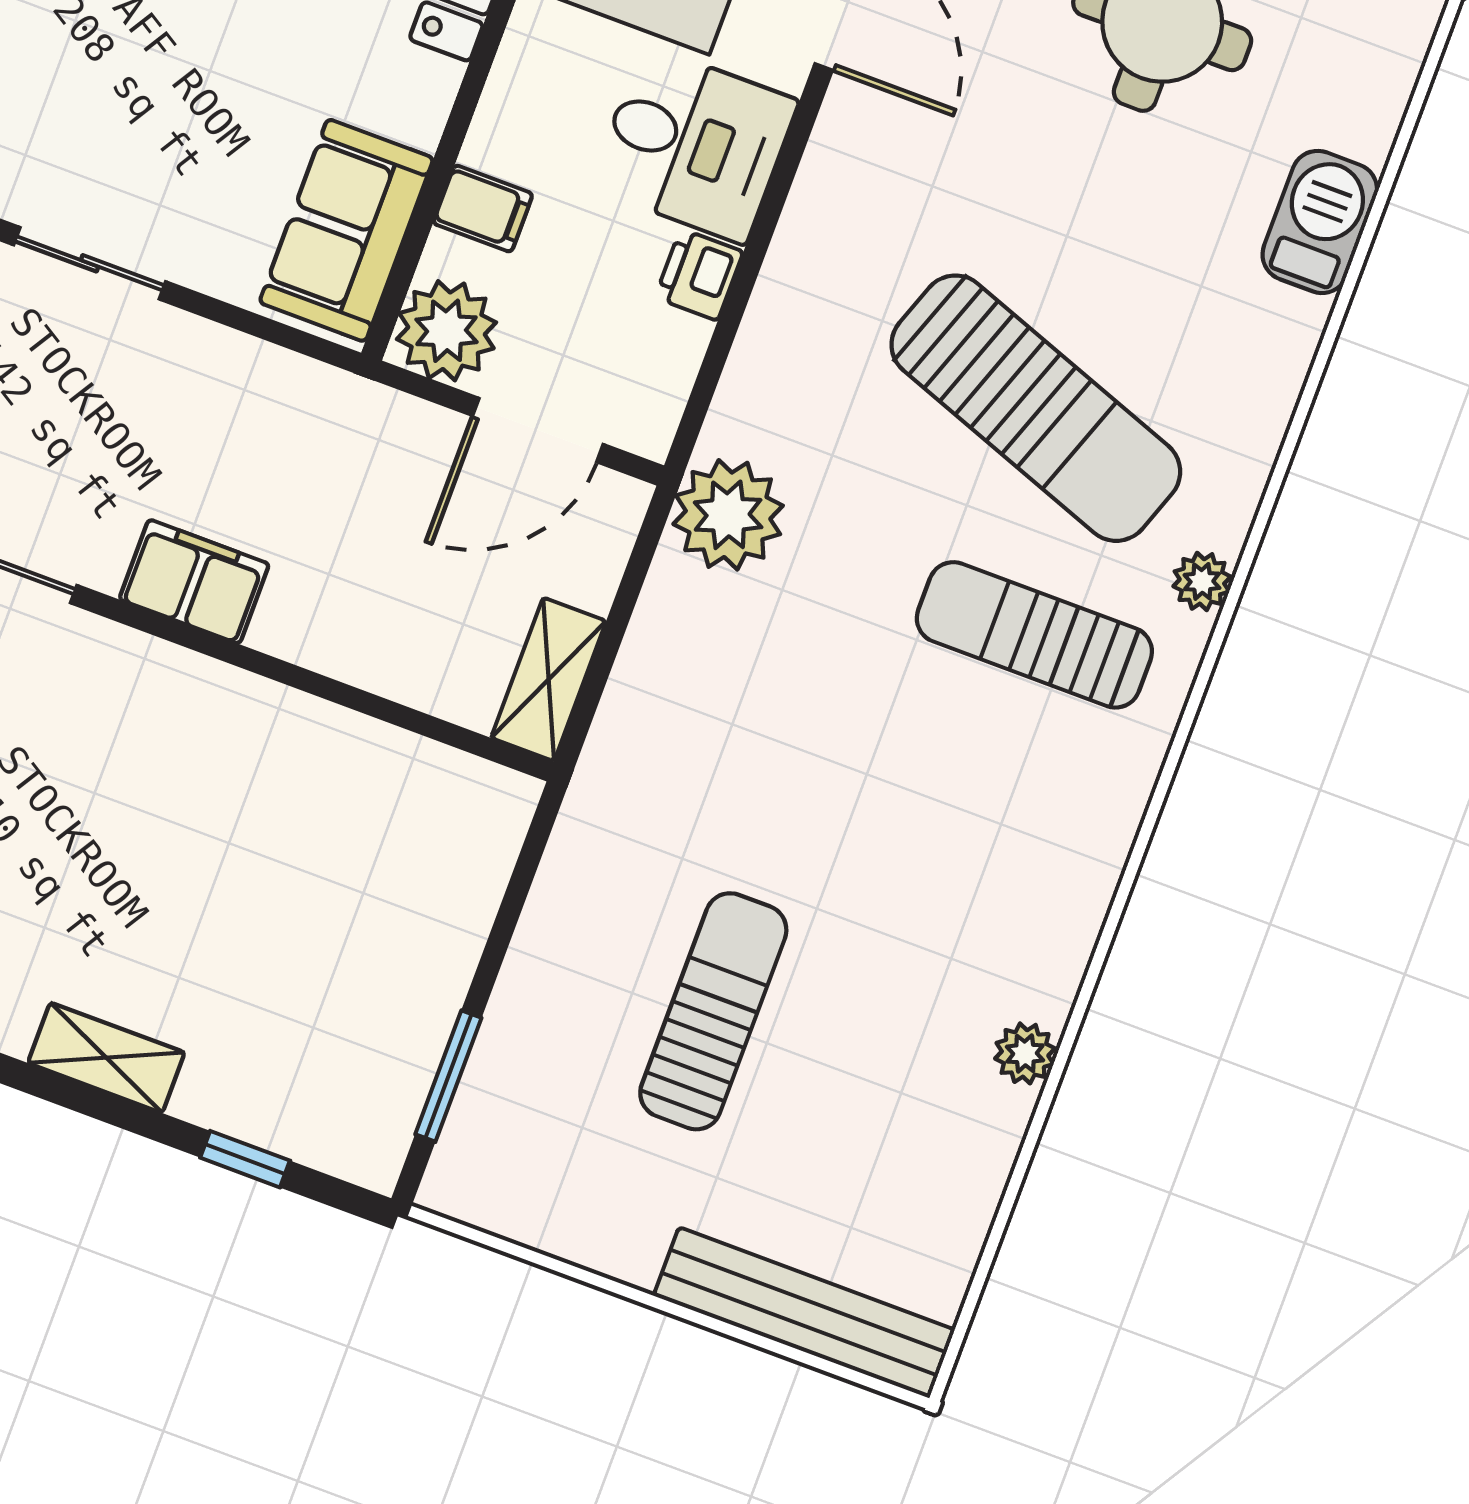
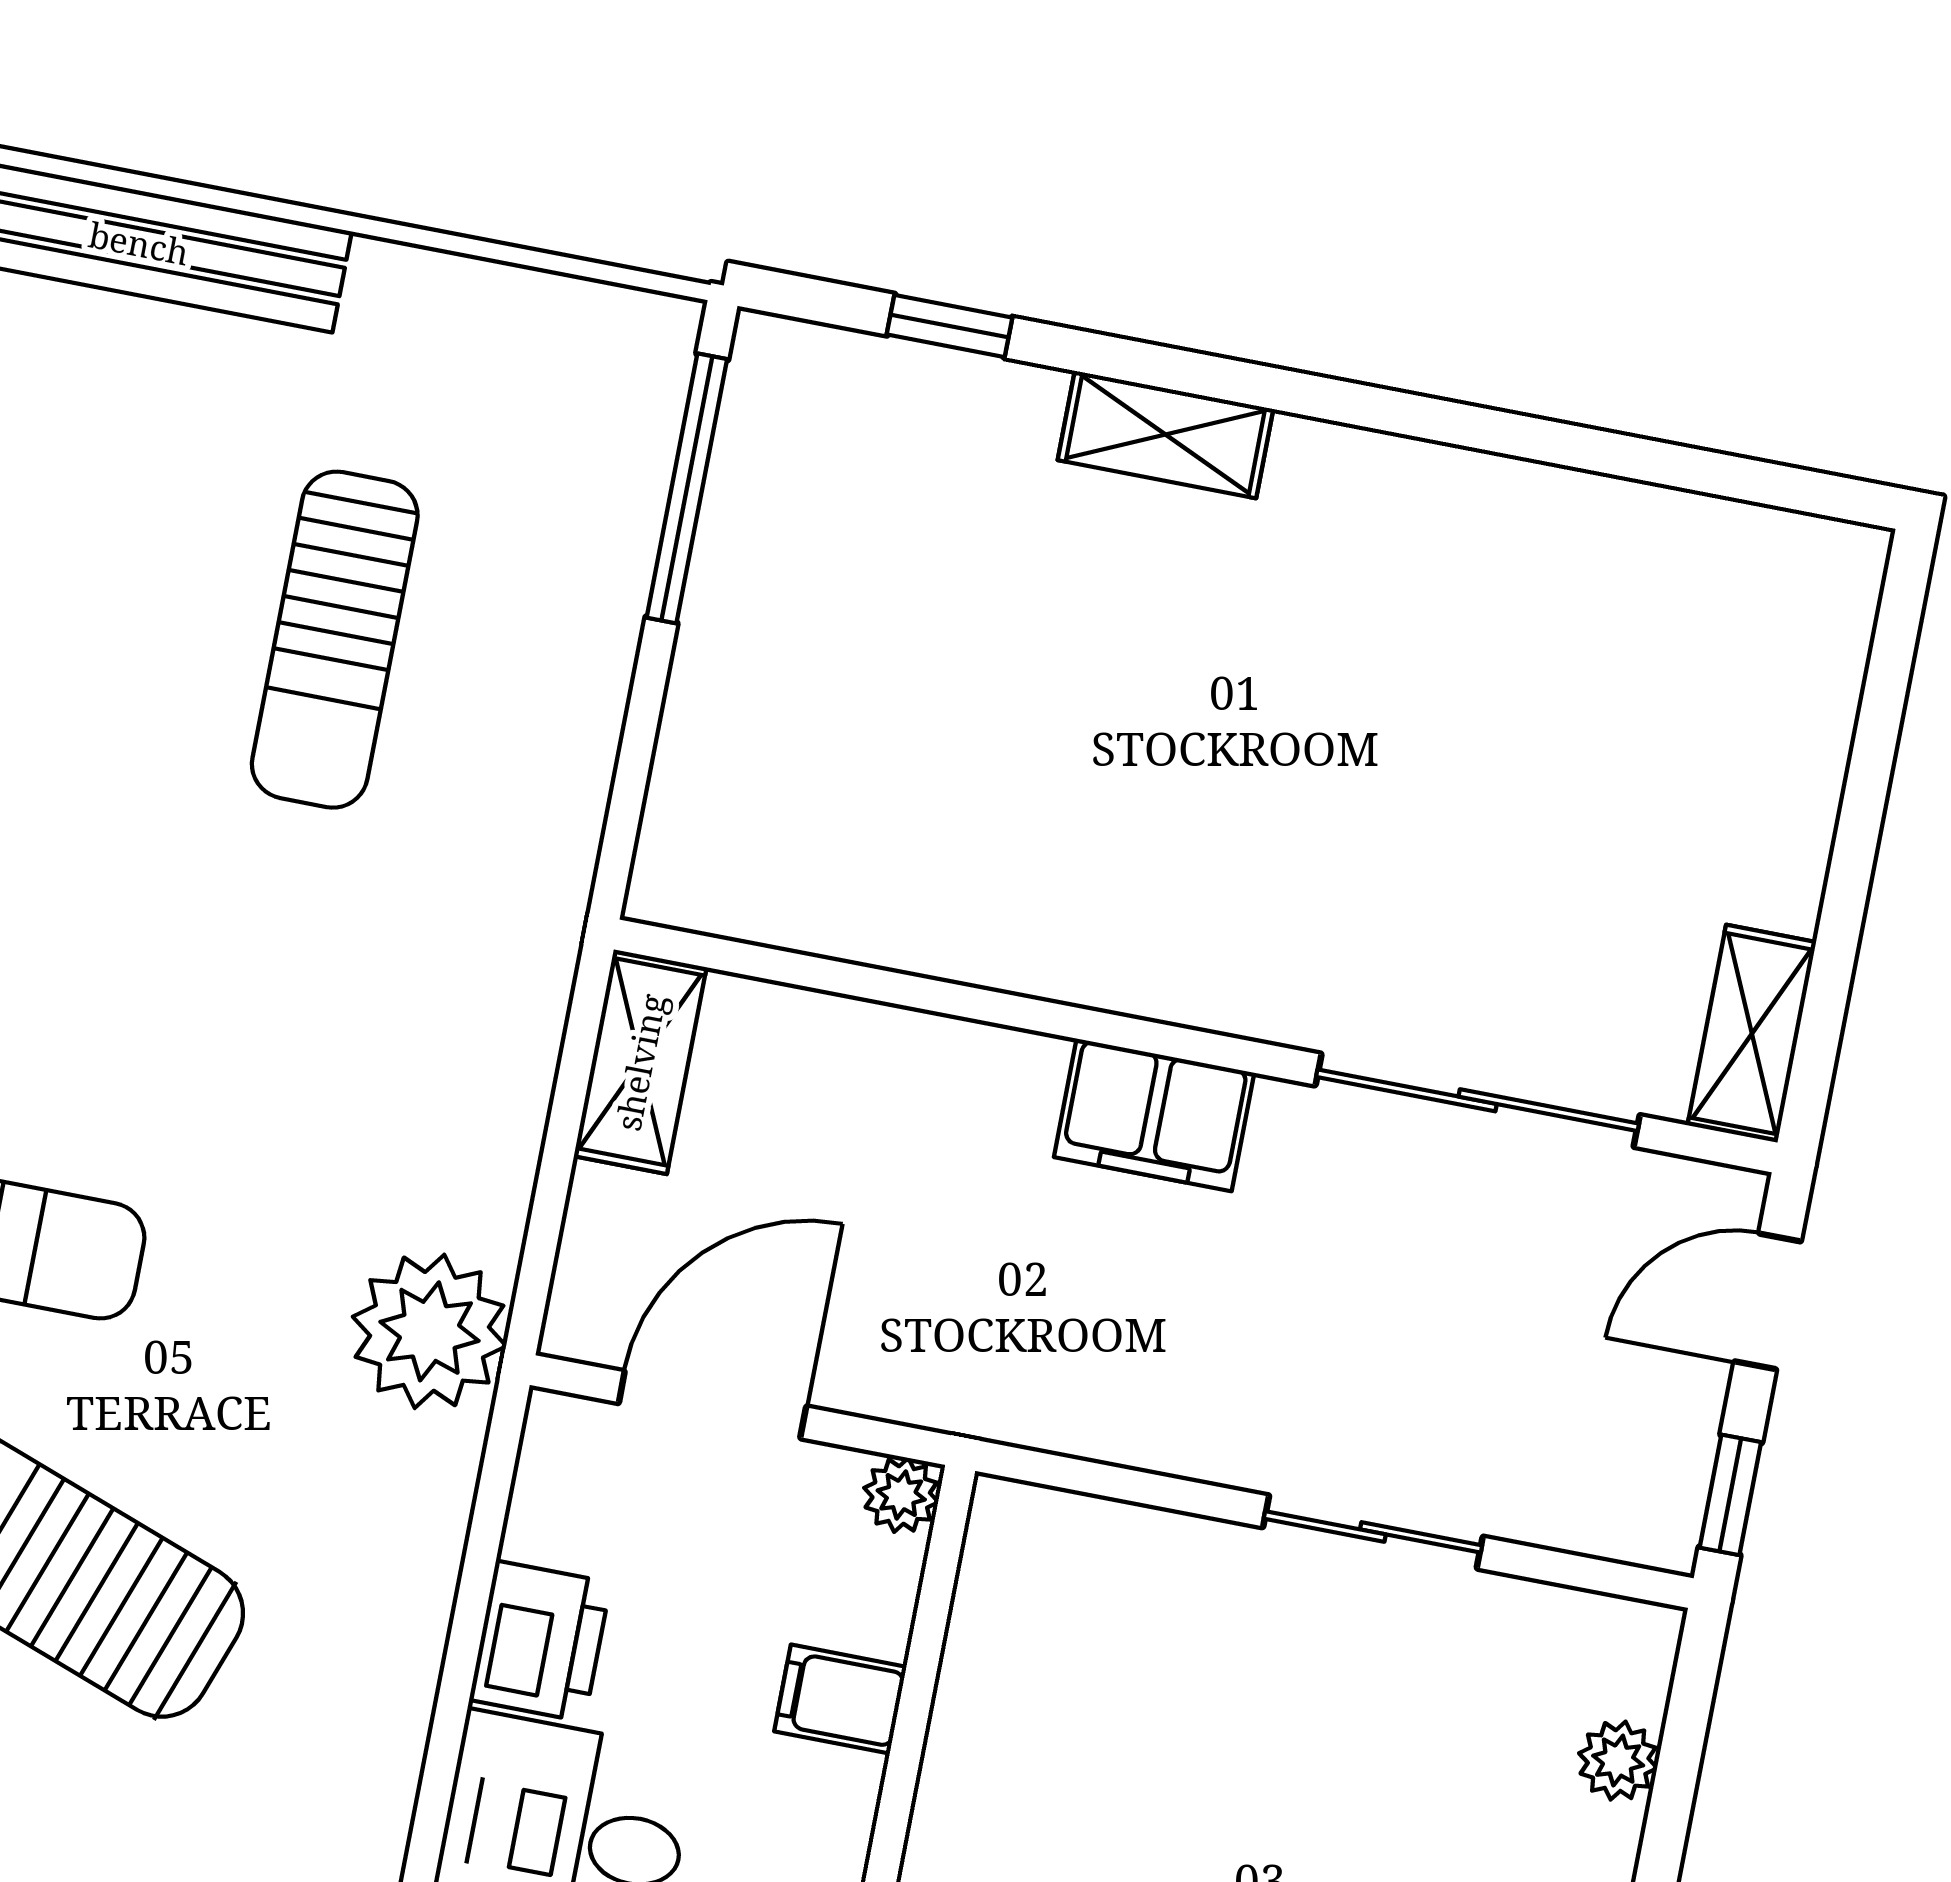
sofa: (346, 230) -> (1025, 1637), removed
printer: (699, 275) -> (540, 1641), width x1.36, depth x1.24
plant: (447, 331) -> (901, 1495), width x0.53, depth x0.53
window: (448, 1076) -> (687, 488), width x1.44

